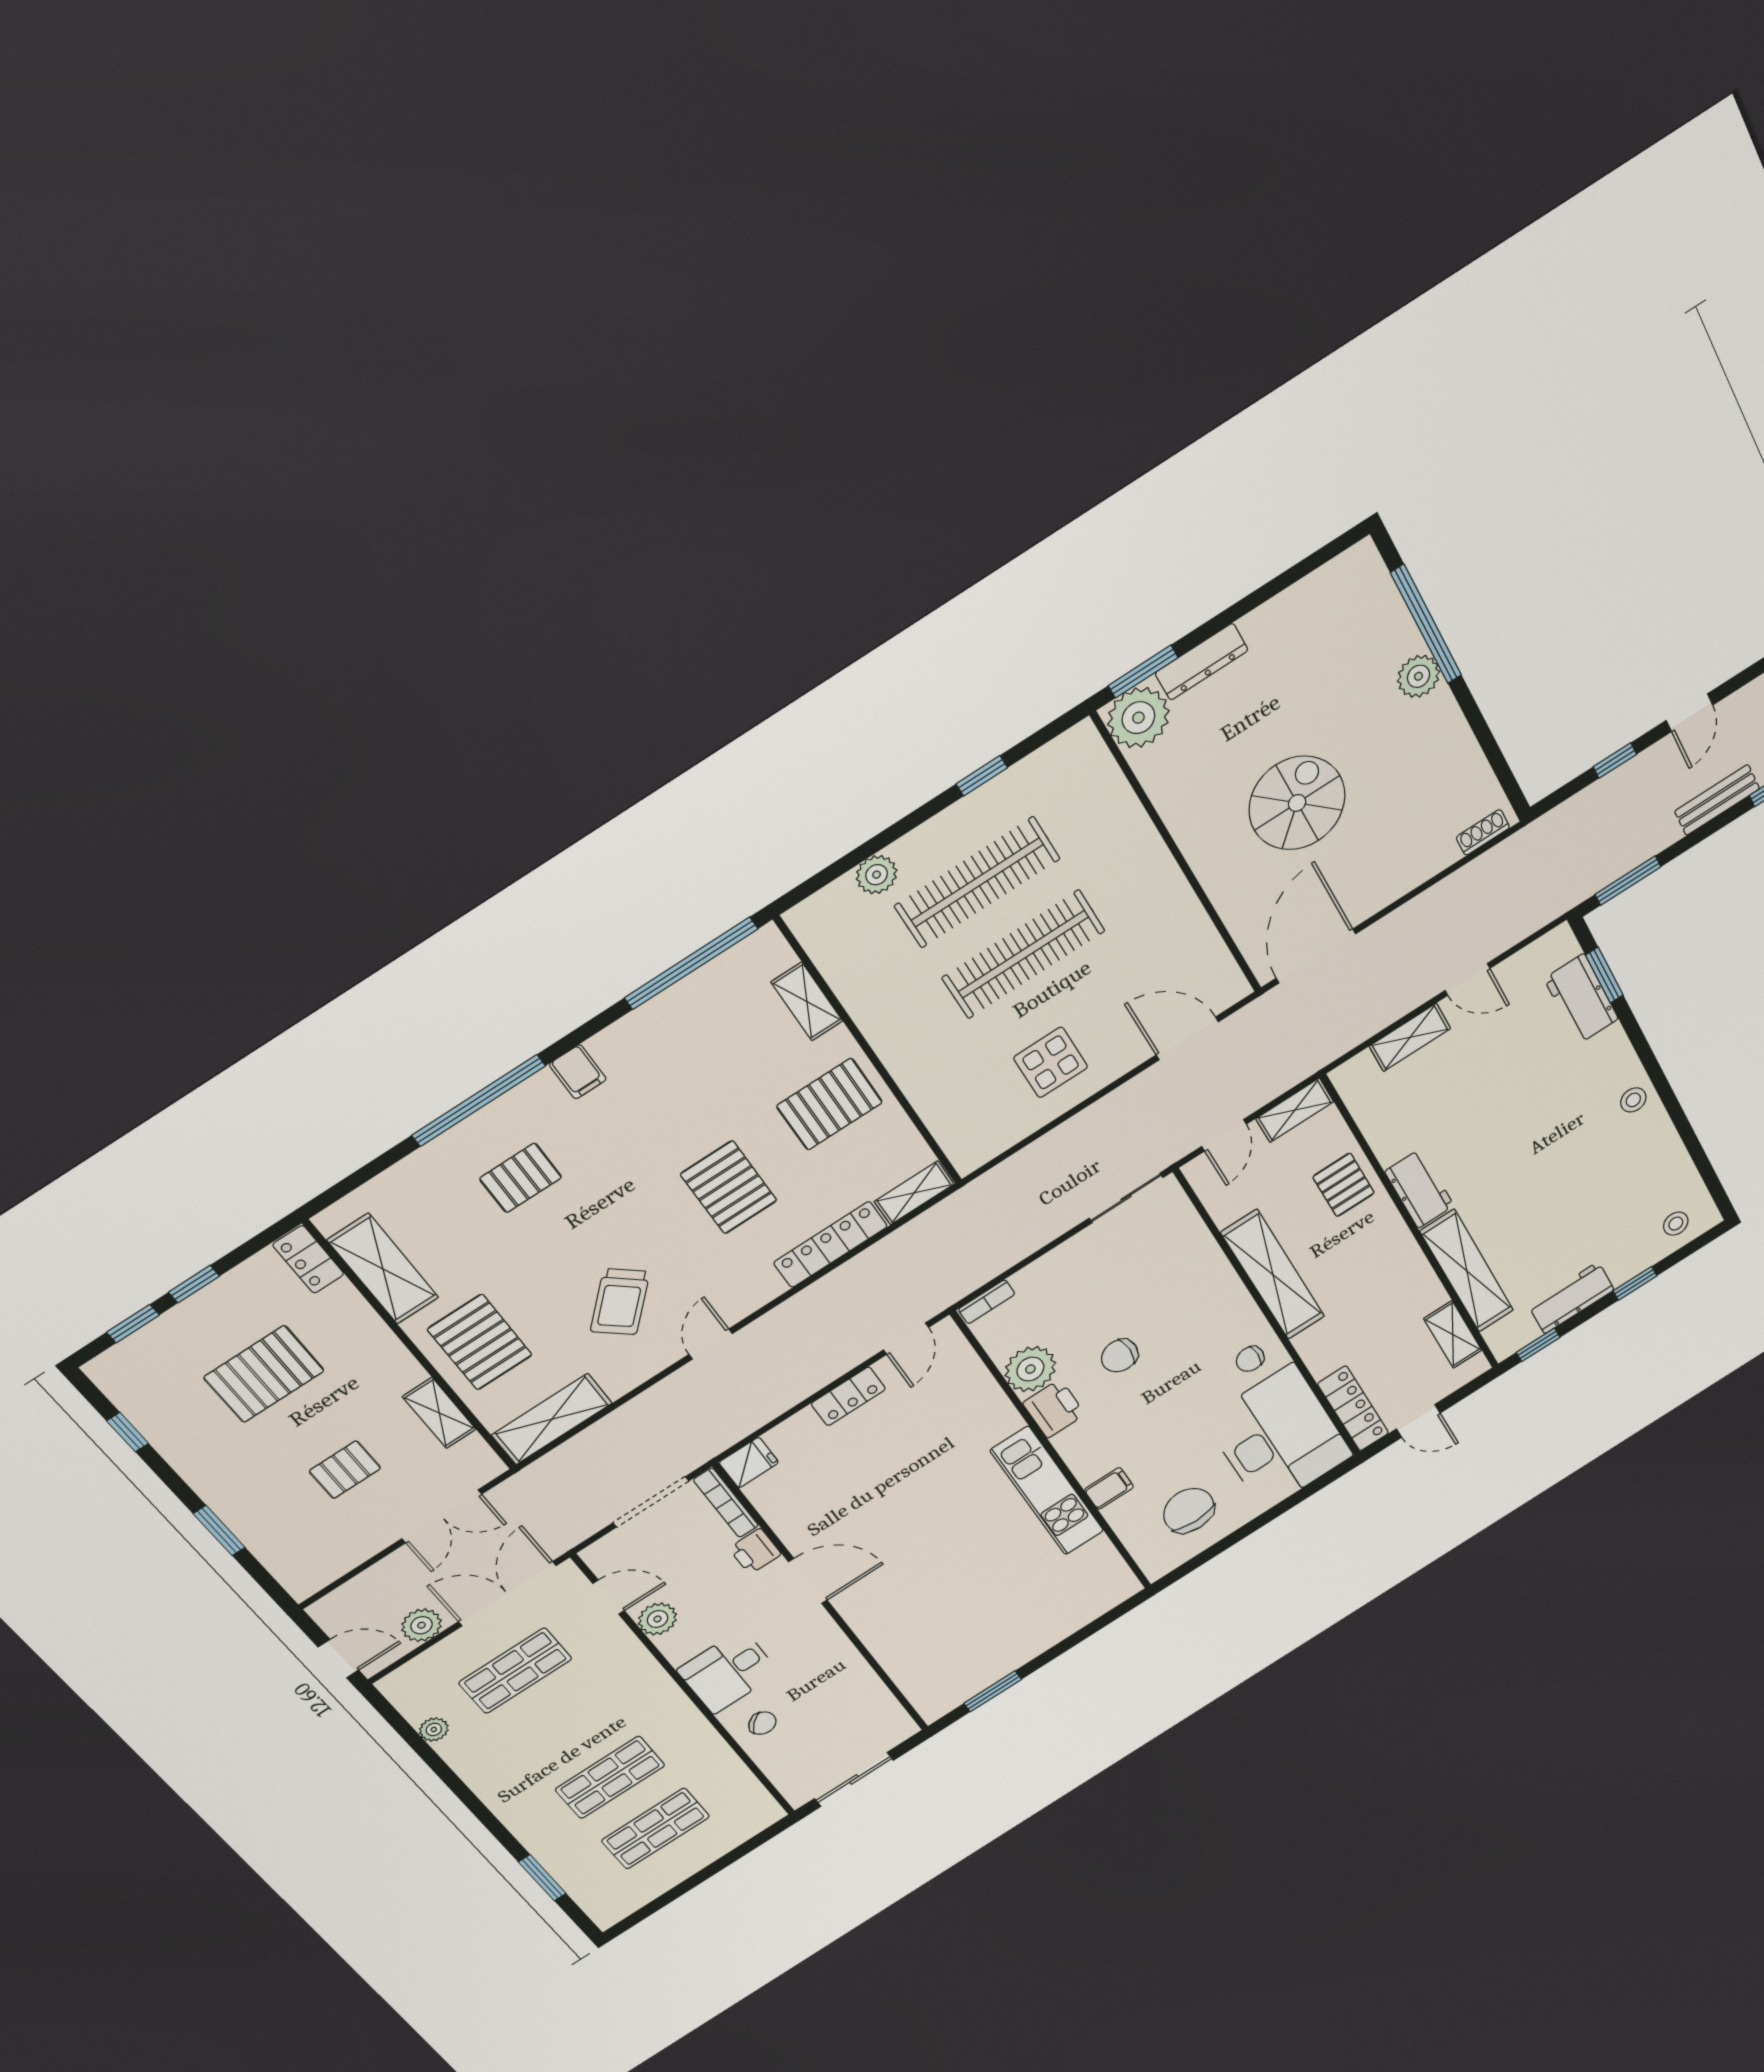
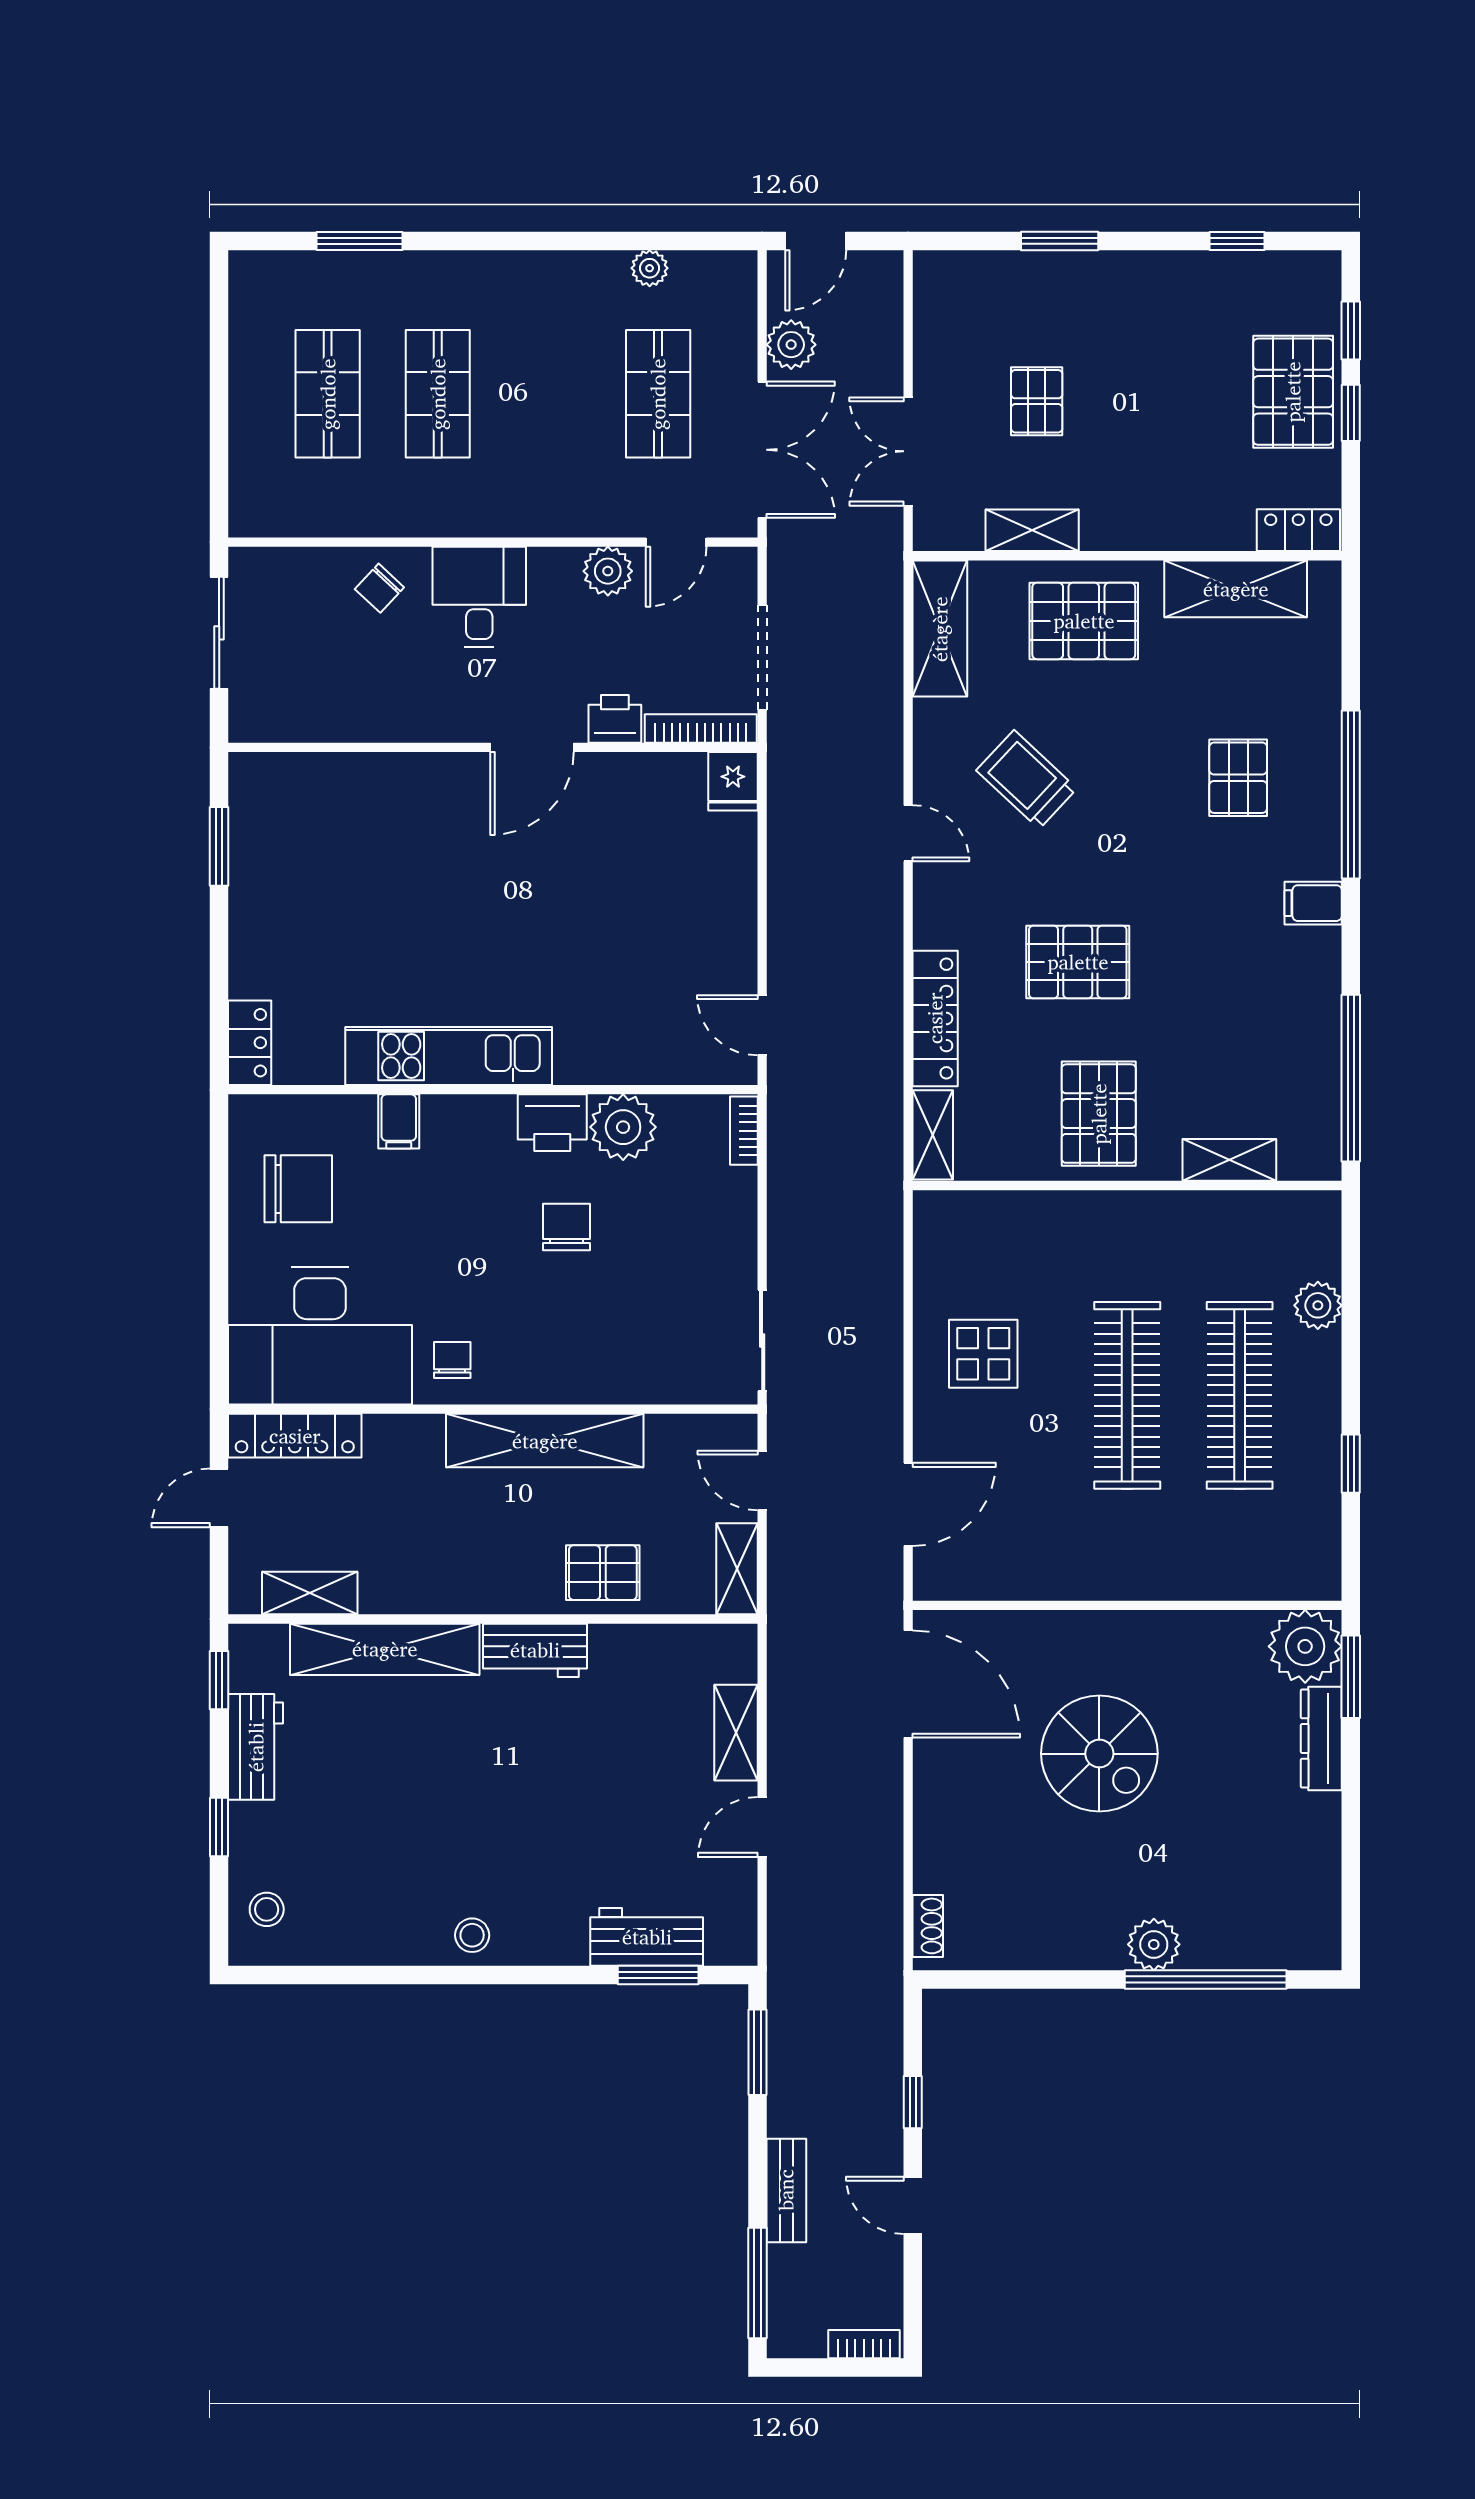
pallet: (264, 1374) -> (1293, 392), moved
locker: (848, 1396) -> (250, 1043), moved, turned 180

